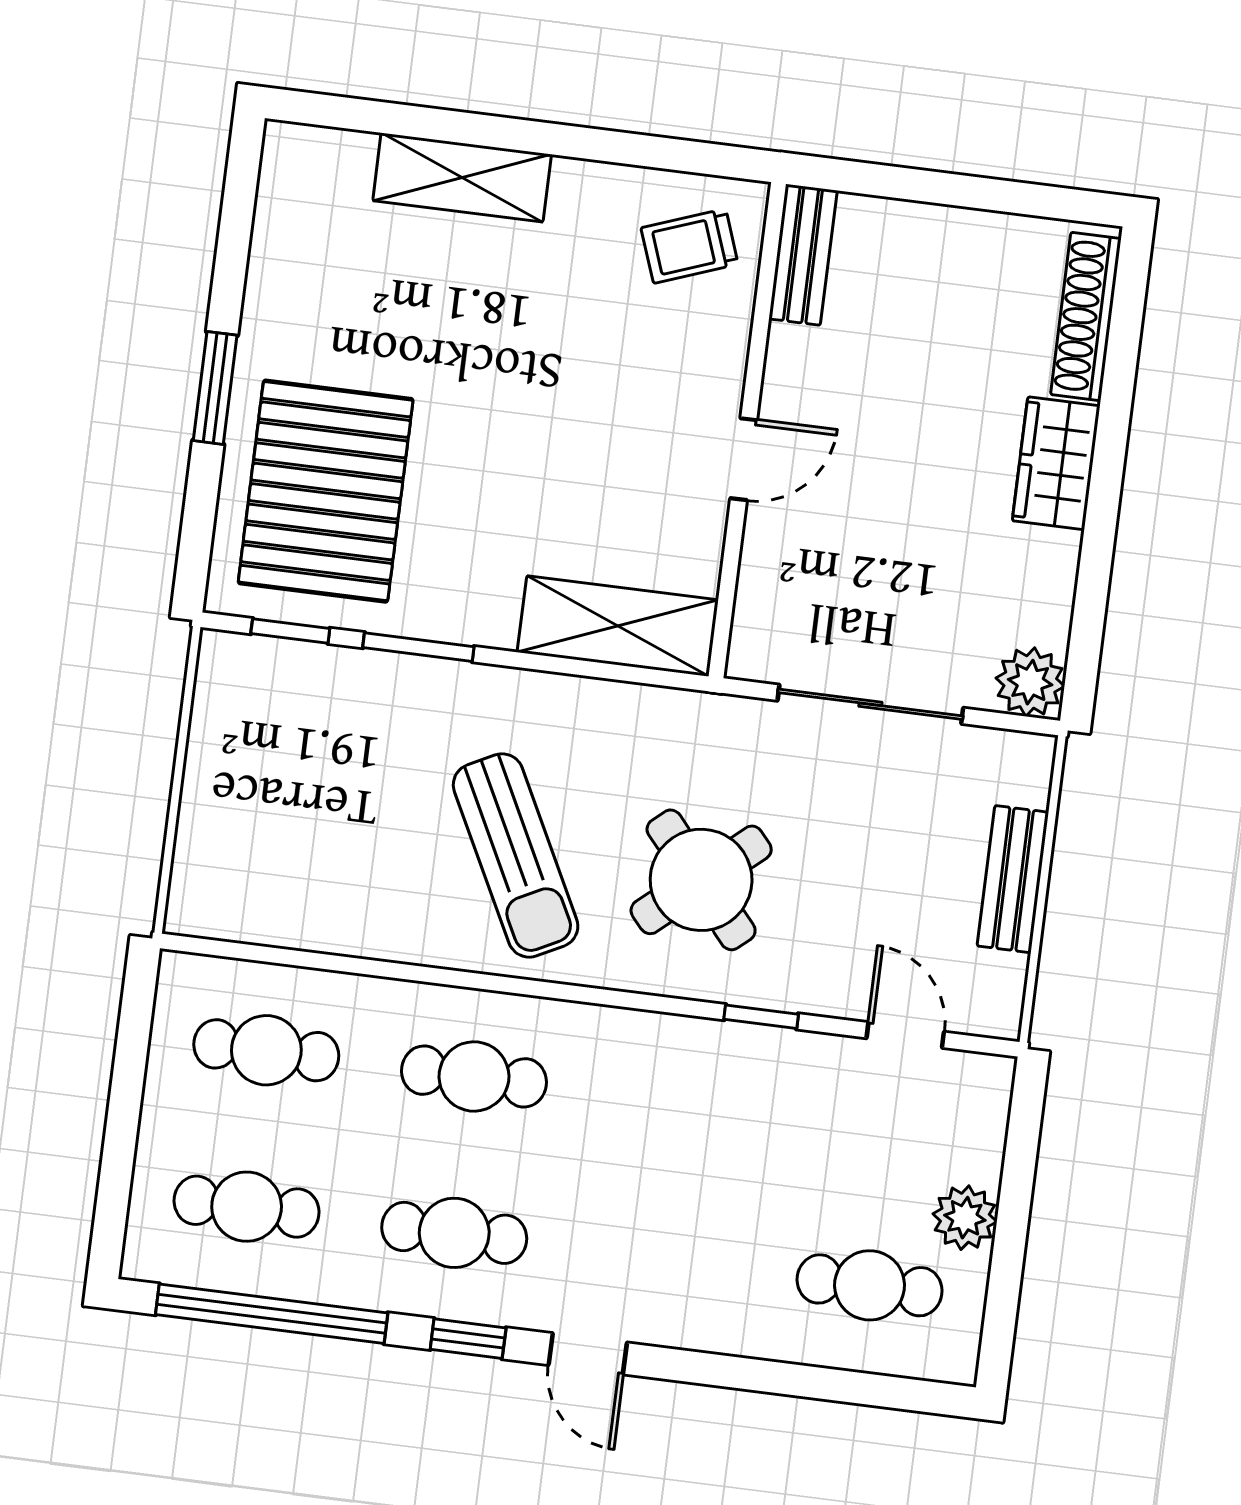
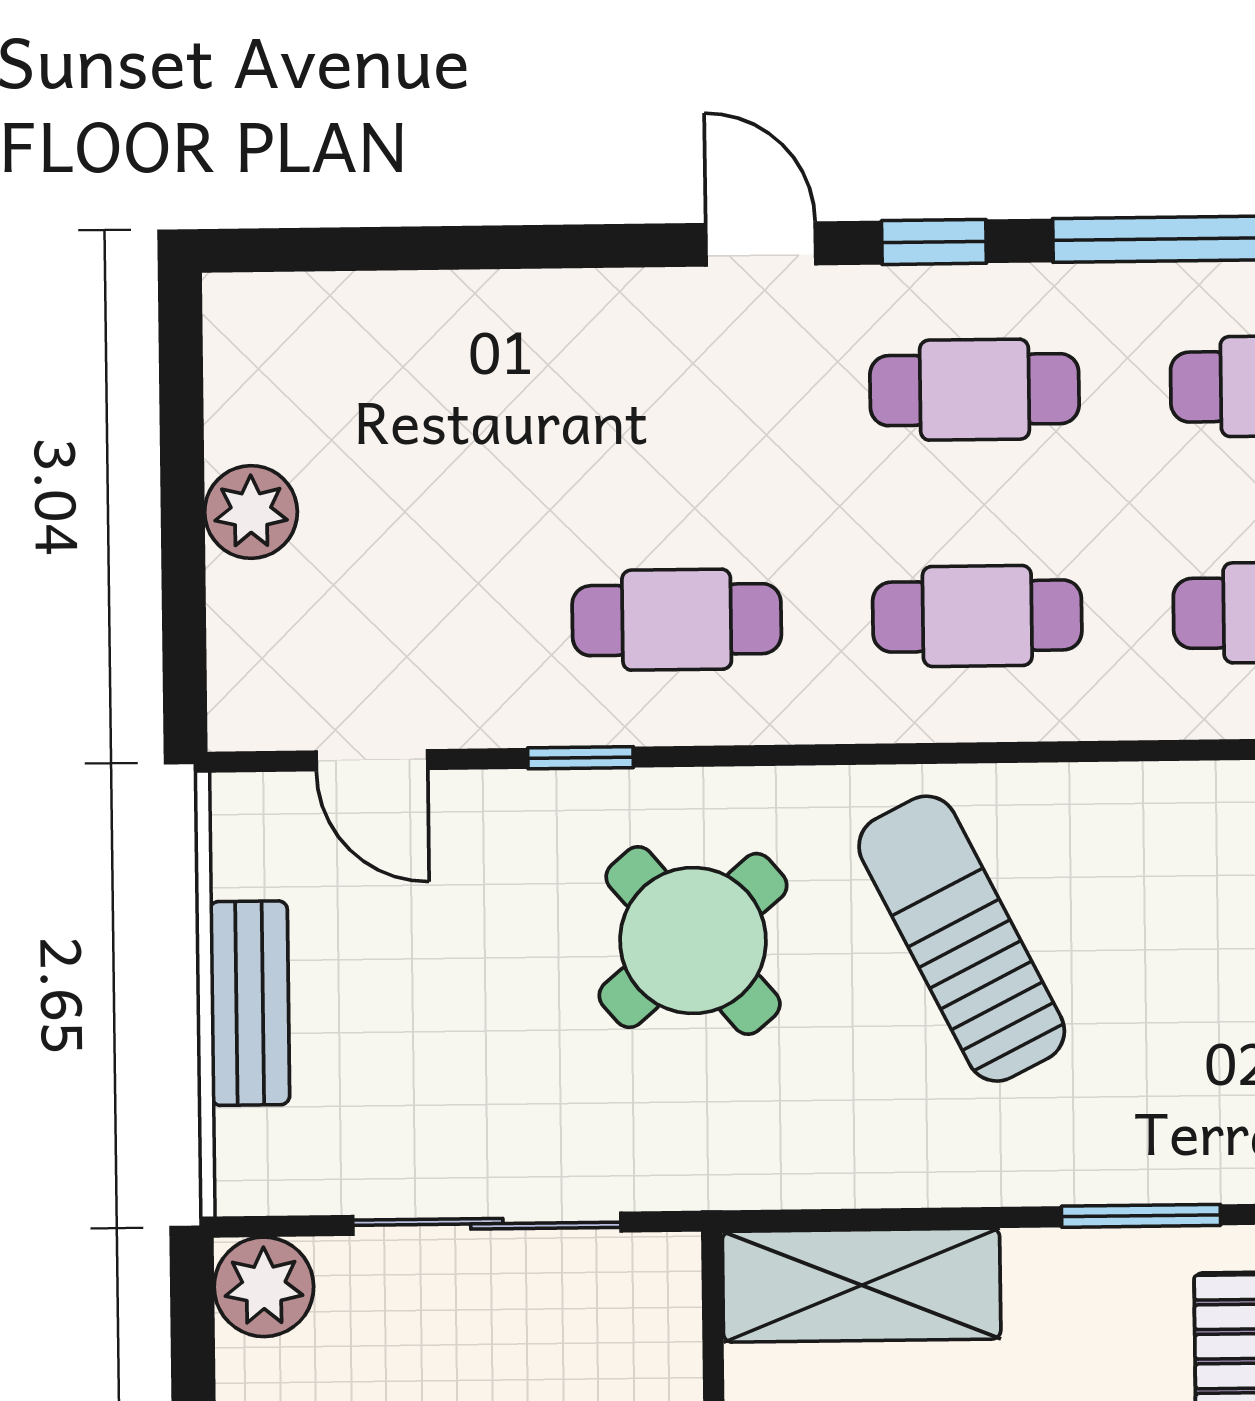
cafe table: (870, 1285) -> (677, 620), moved

